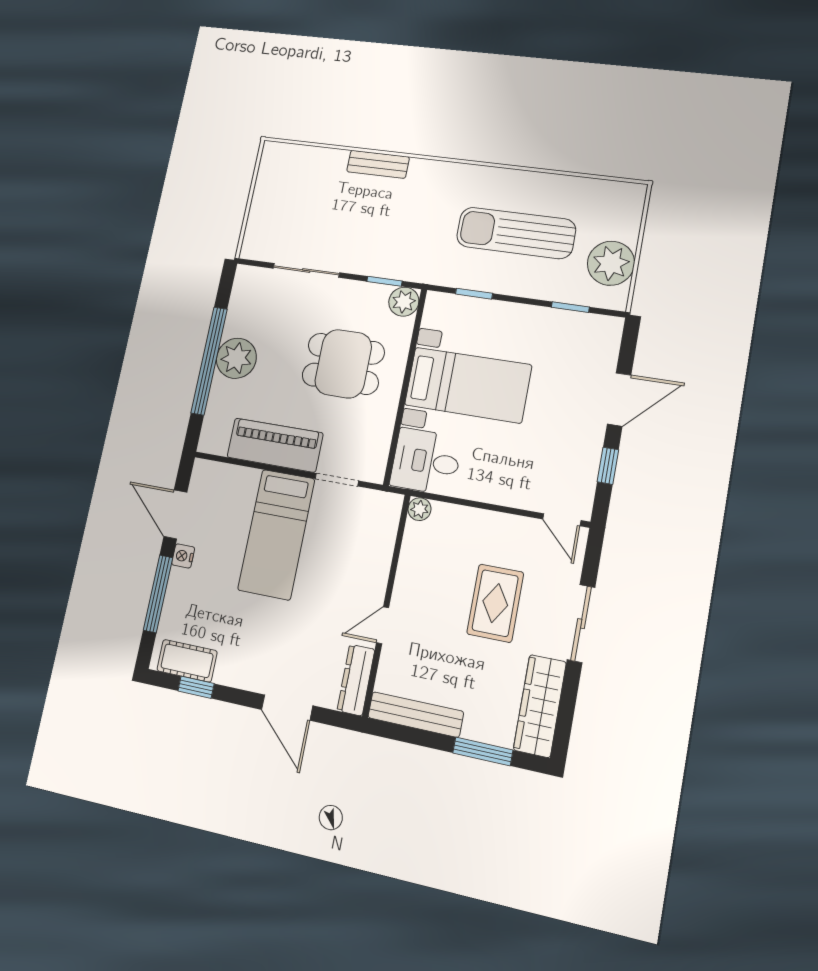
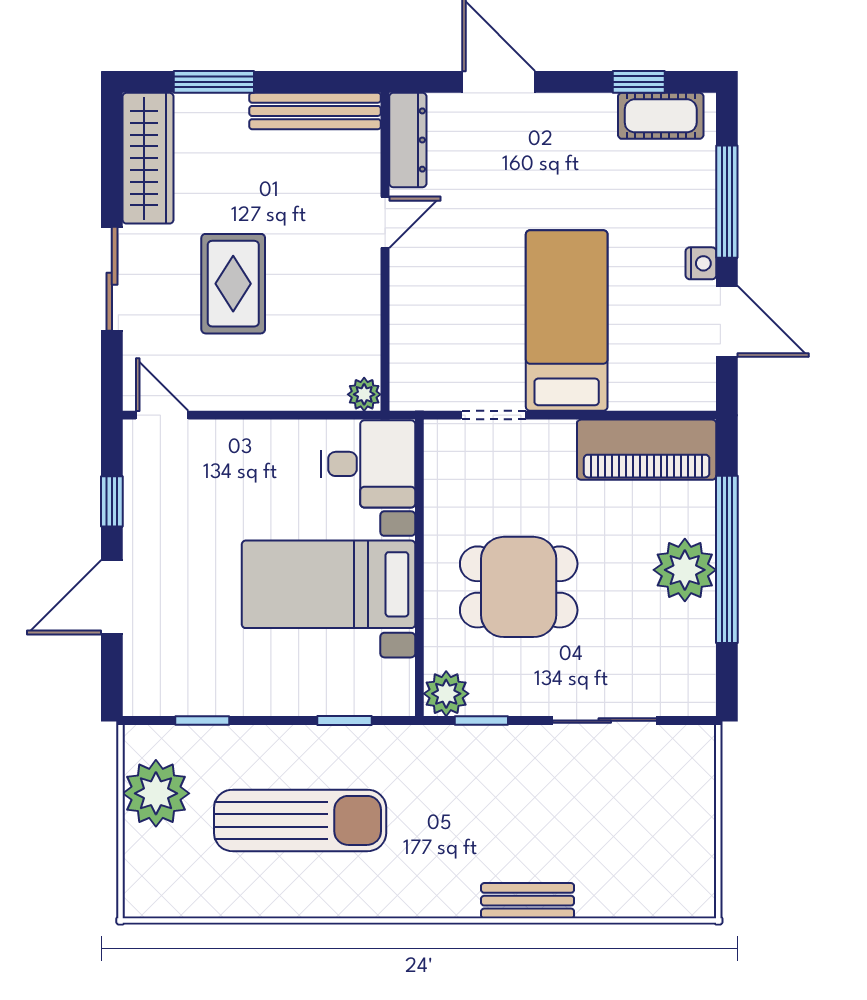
piano: (275, 445) -> (647, 450), moved

